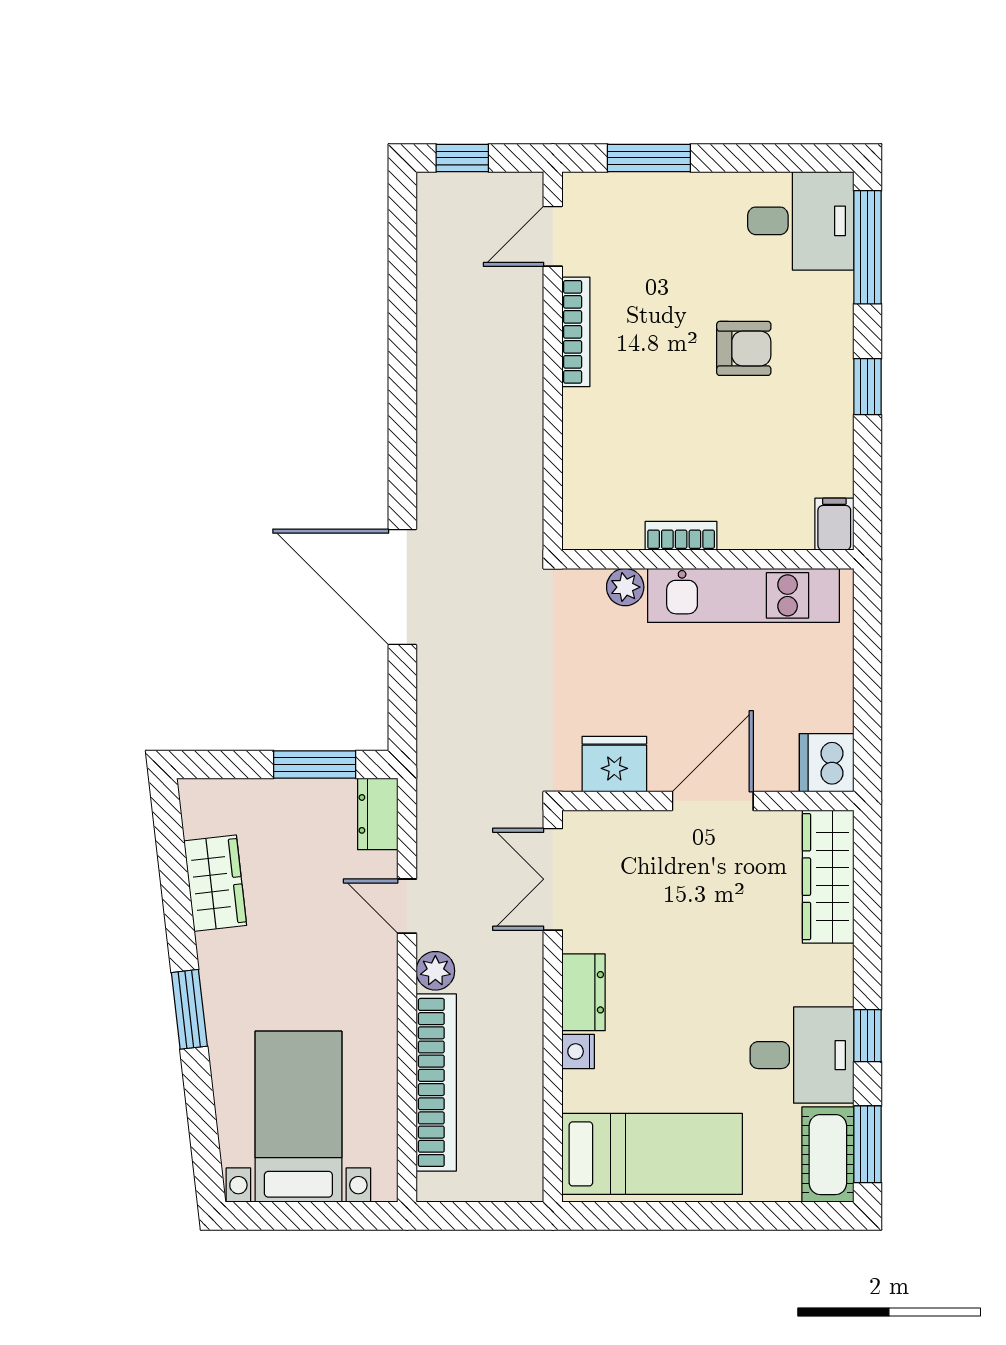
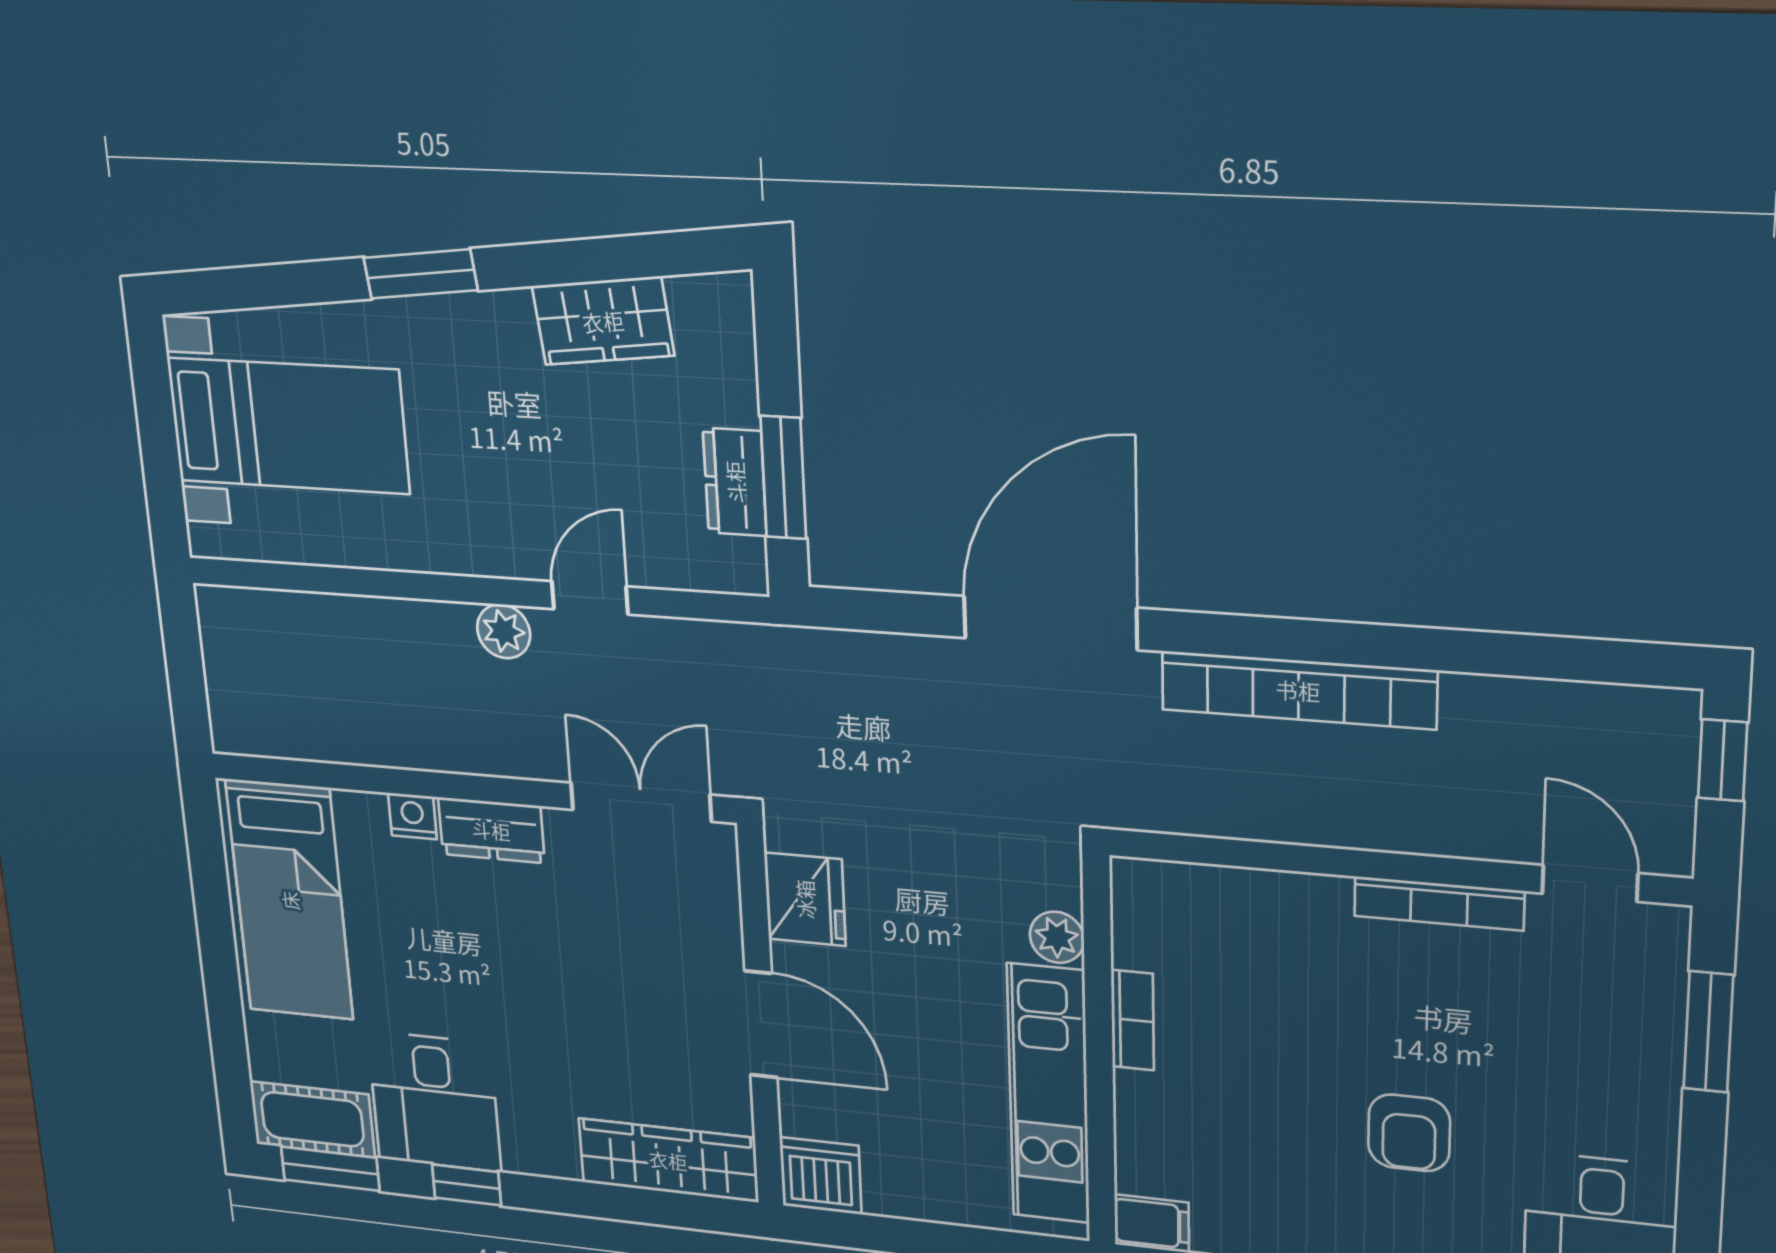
dresser: (378, 814) -> (735, 482), moved, turned -90
bookcase: (436, 1082) -> (1298, 690), moved

